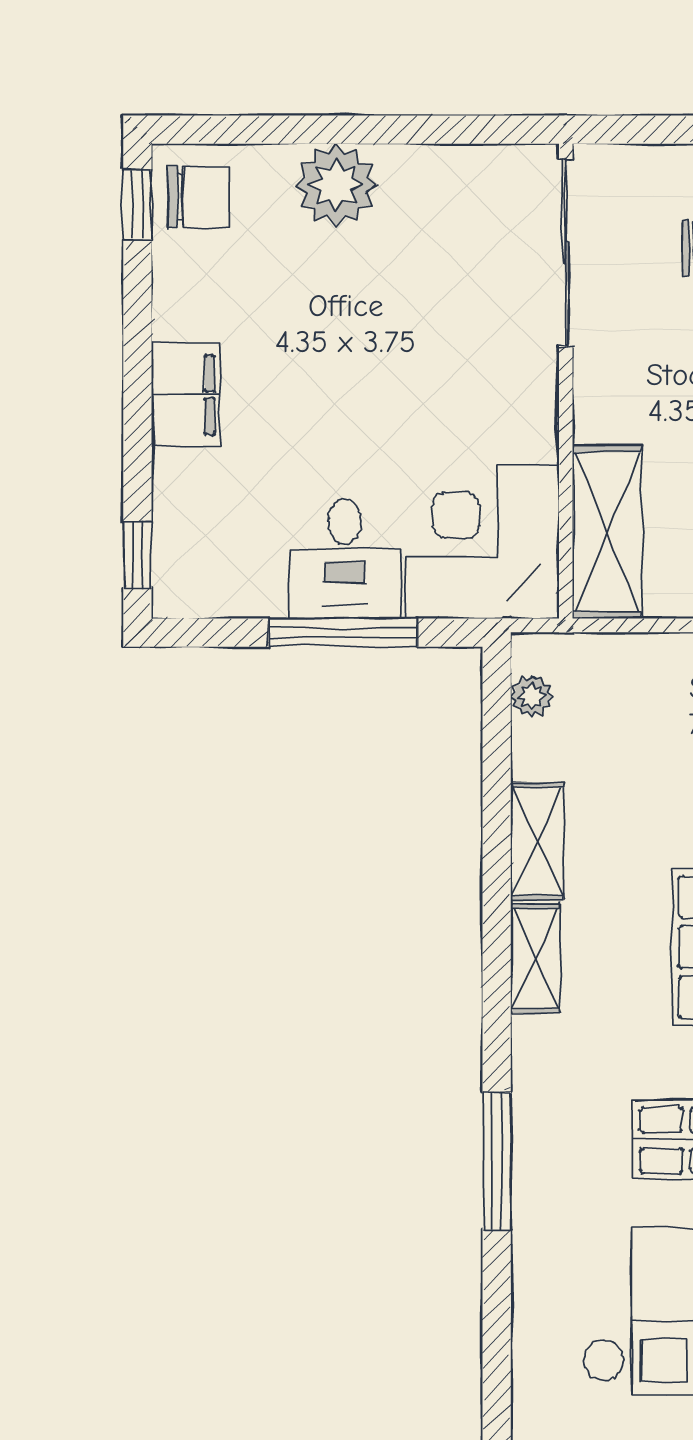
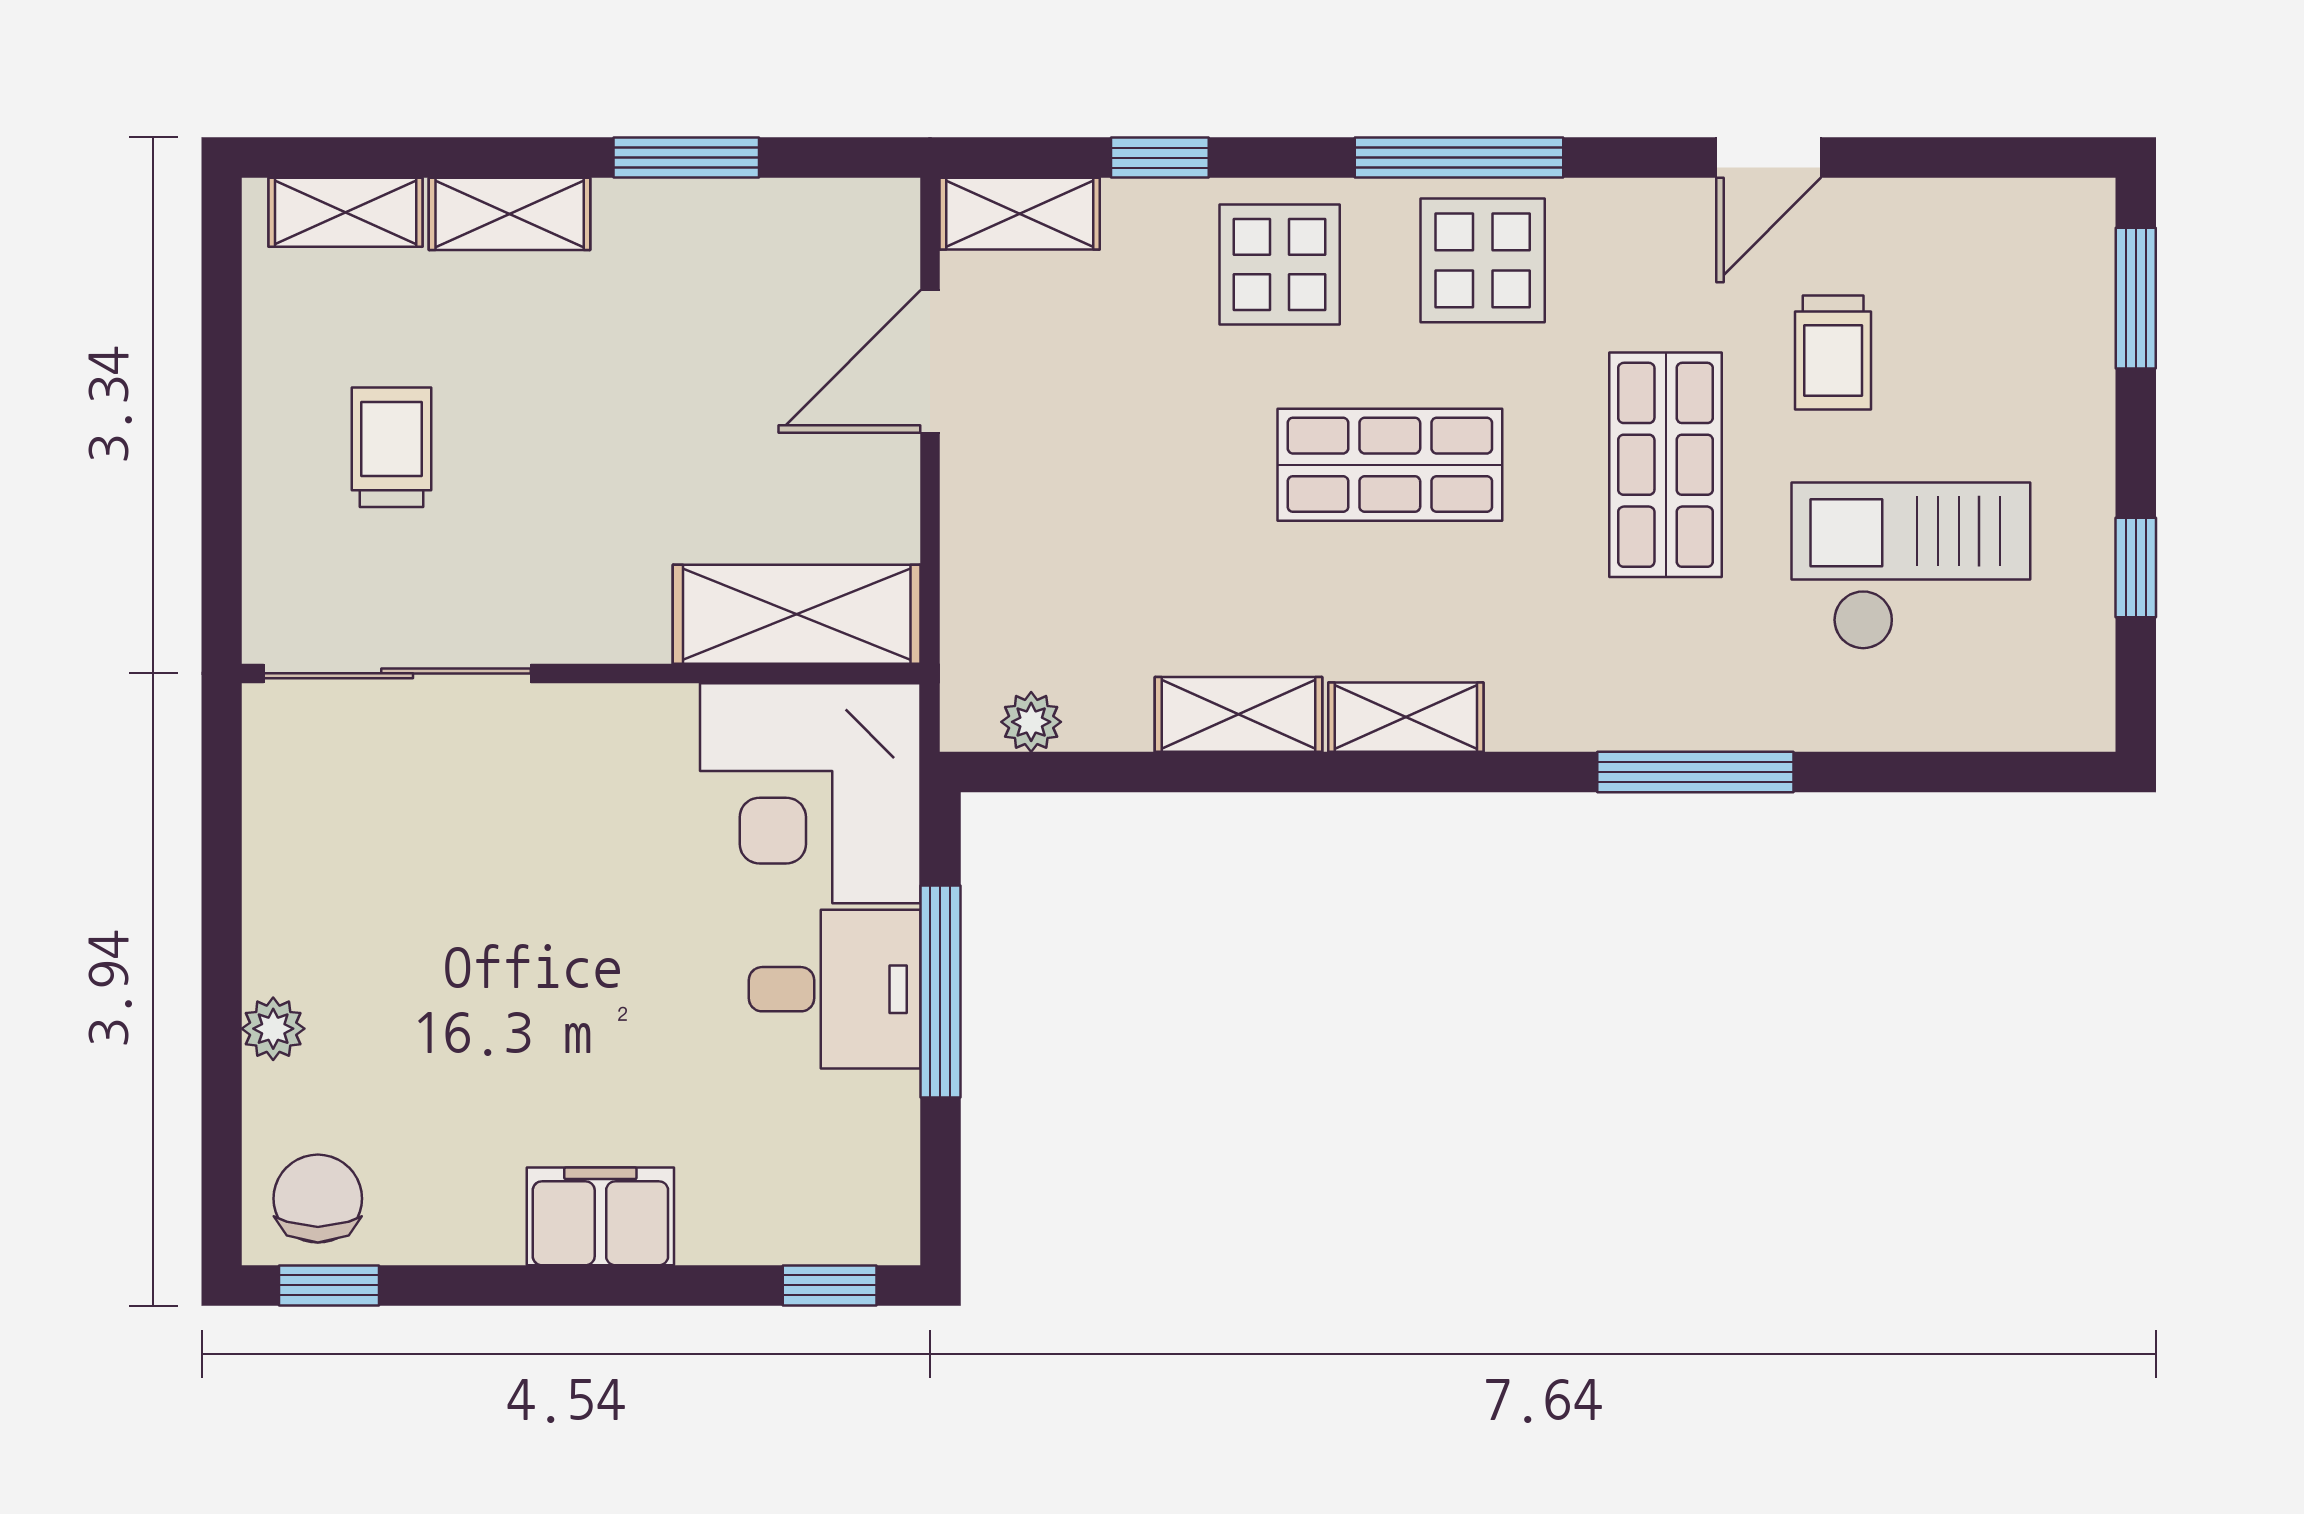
plant: (336, 185) -> (273, 1029), width x0.53, depth x0.53

